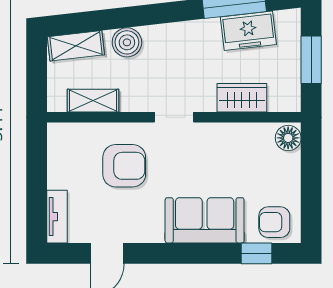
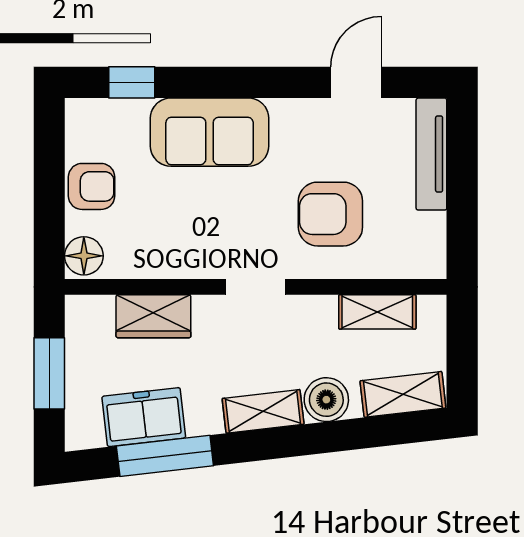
shelving: (169, 35) -> (263, 411), added
tv unit: (57, 217) -> (431, 154), width x1.41
armchair: (274, 222) -> (92, 186), moved

